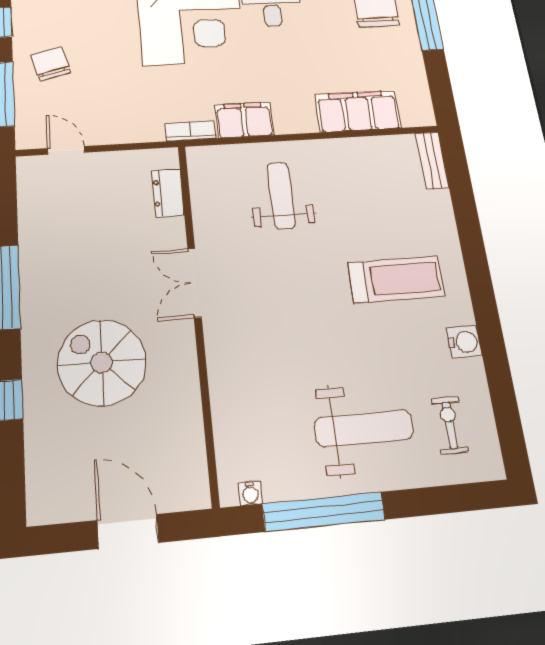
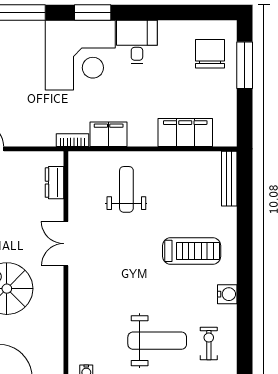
bench: (432, 160) -> (229, 179), width x1.36

